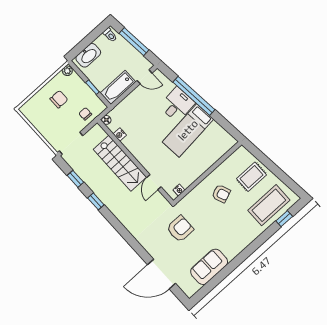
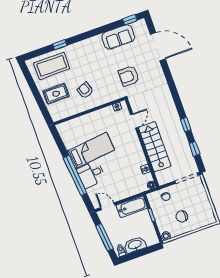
washbasin: (88, 55) -> (135, 245), moved
window: (284, 219) -> (60, 45), moved
window: (204, 291) -> (130, 20), added

